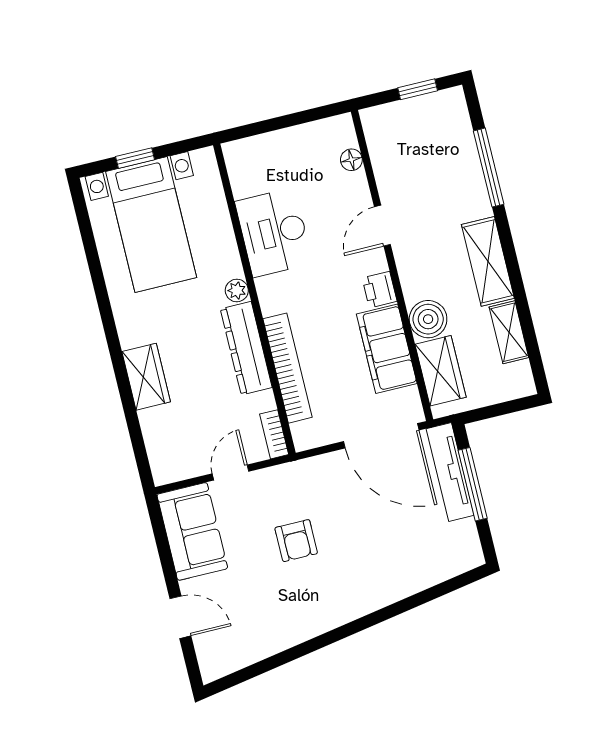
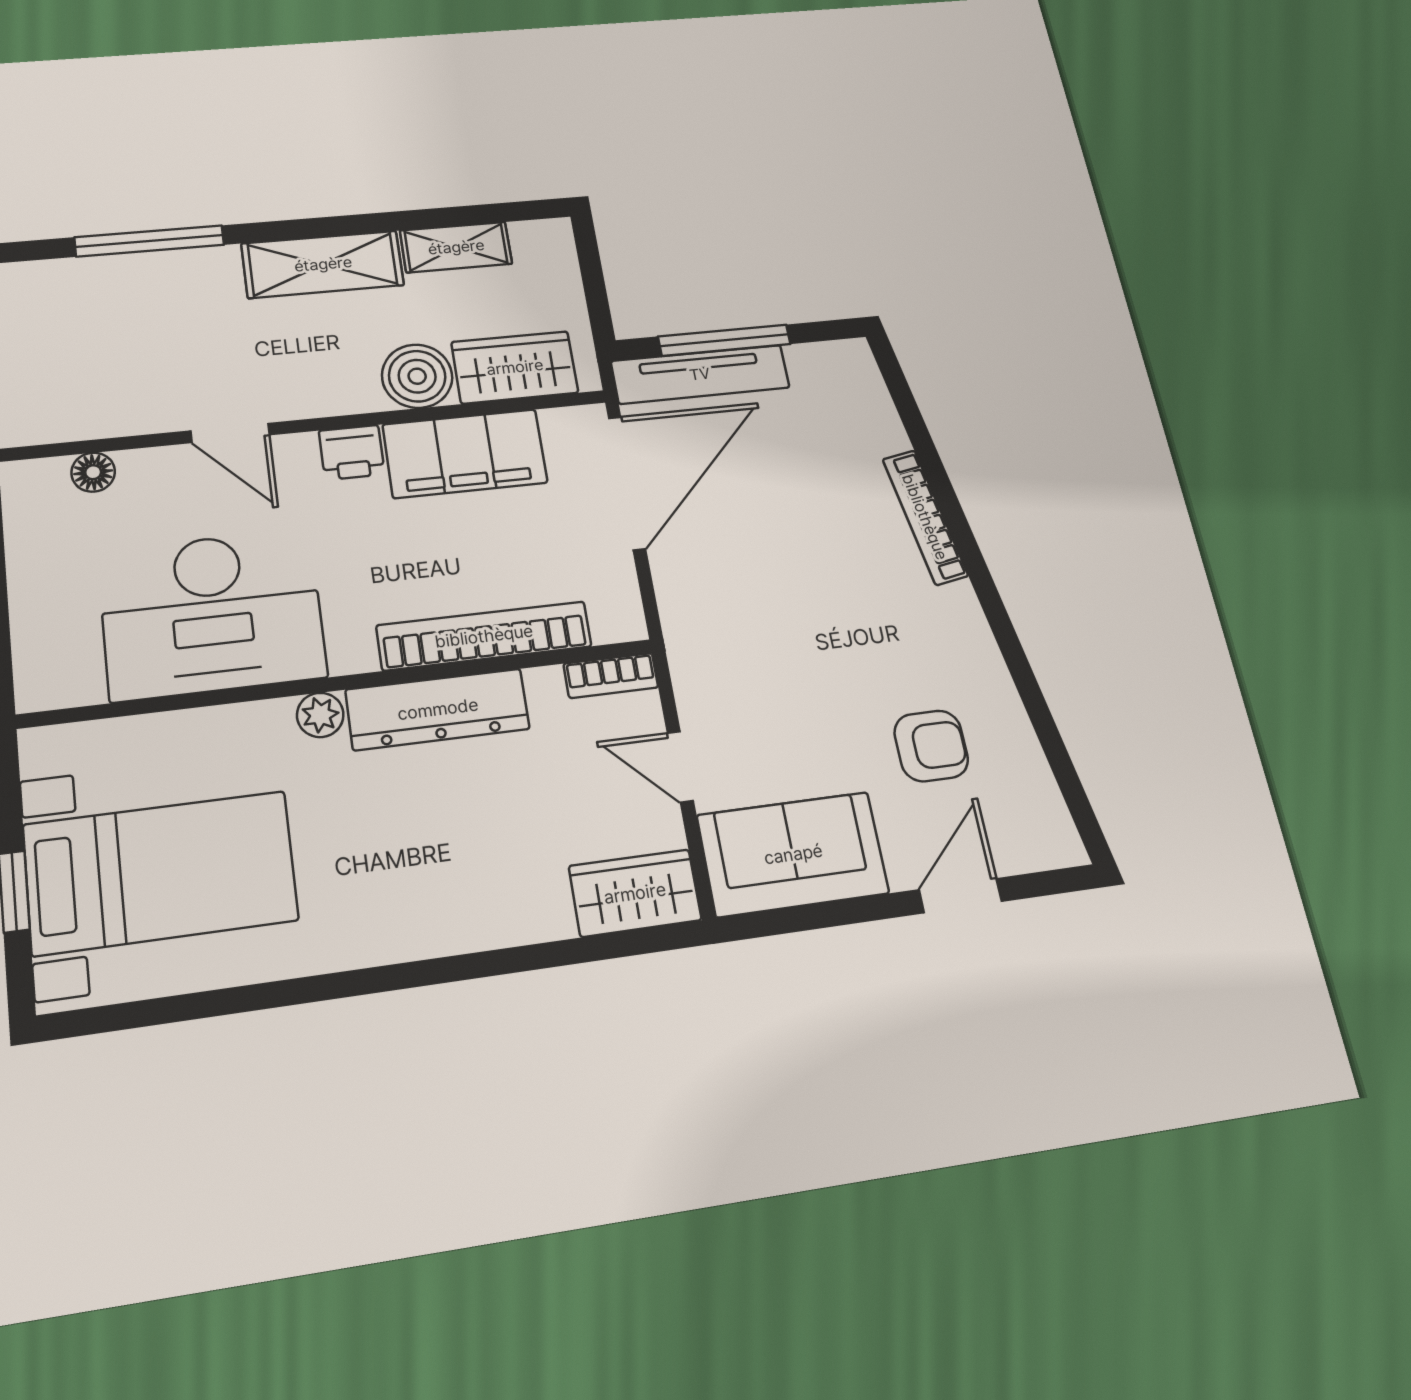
desk: (274, 232) -> (212, 614), width x1.36, depth x1.30
wardrobe: (146, 377) -> (635, 893), moved
armchair: (296, 541) -> (931, 746), moved
bookcase: (382, 598) -> (925, 517), added

